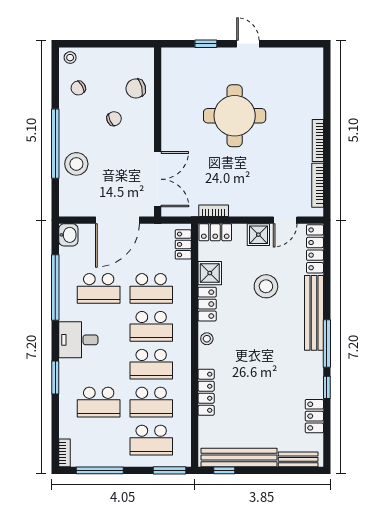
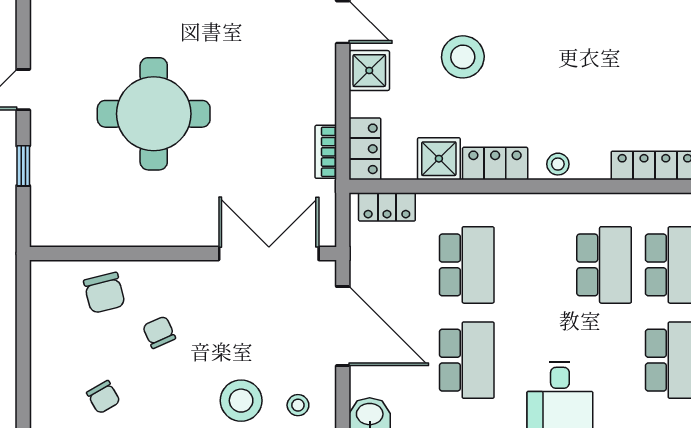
stool: (70, 58) -> (298, 405), moved
school desk: (151, 326) -> (535, 265), removed

